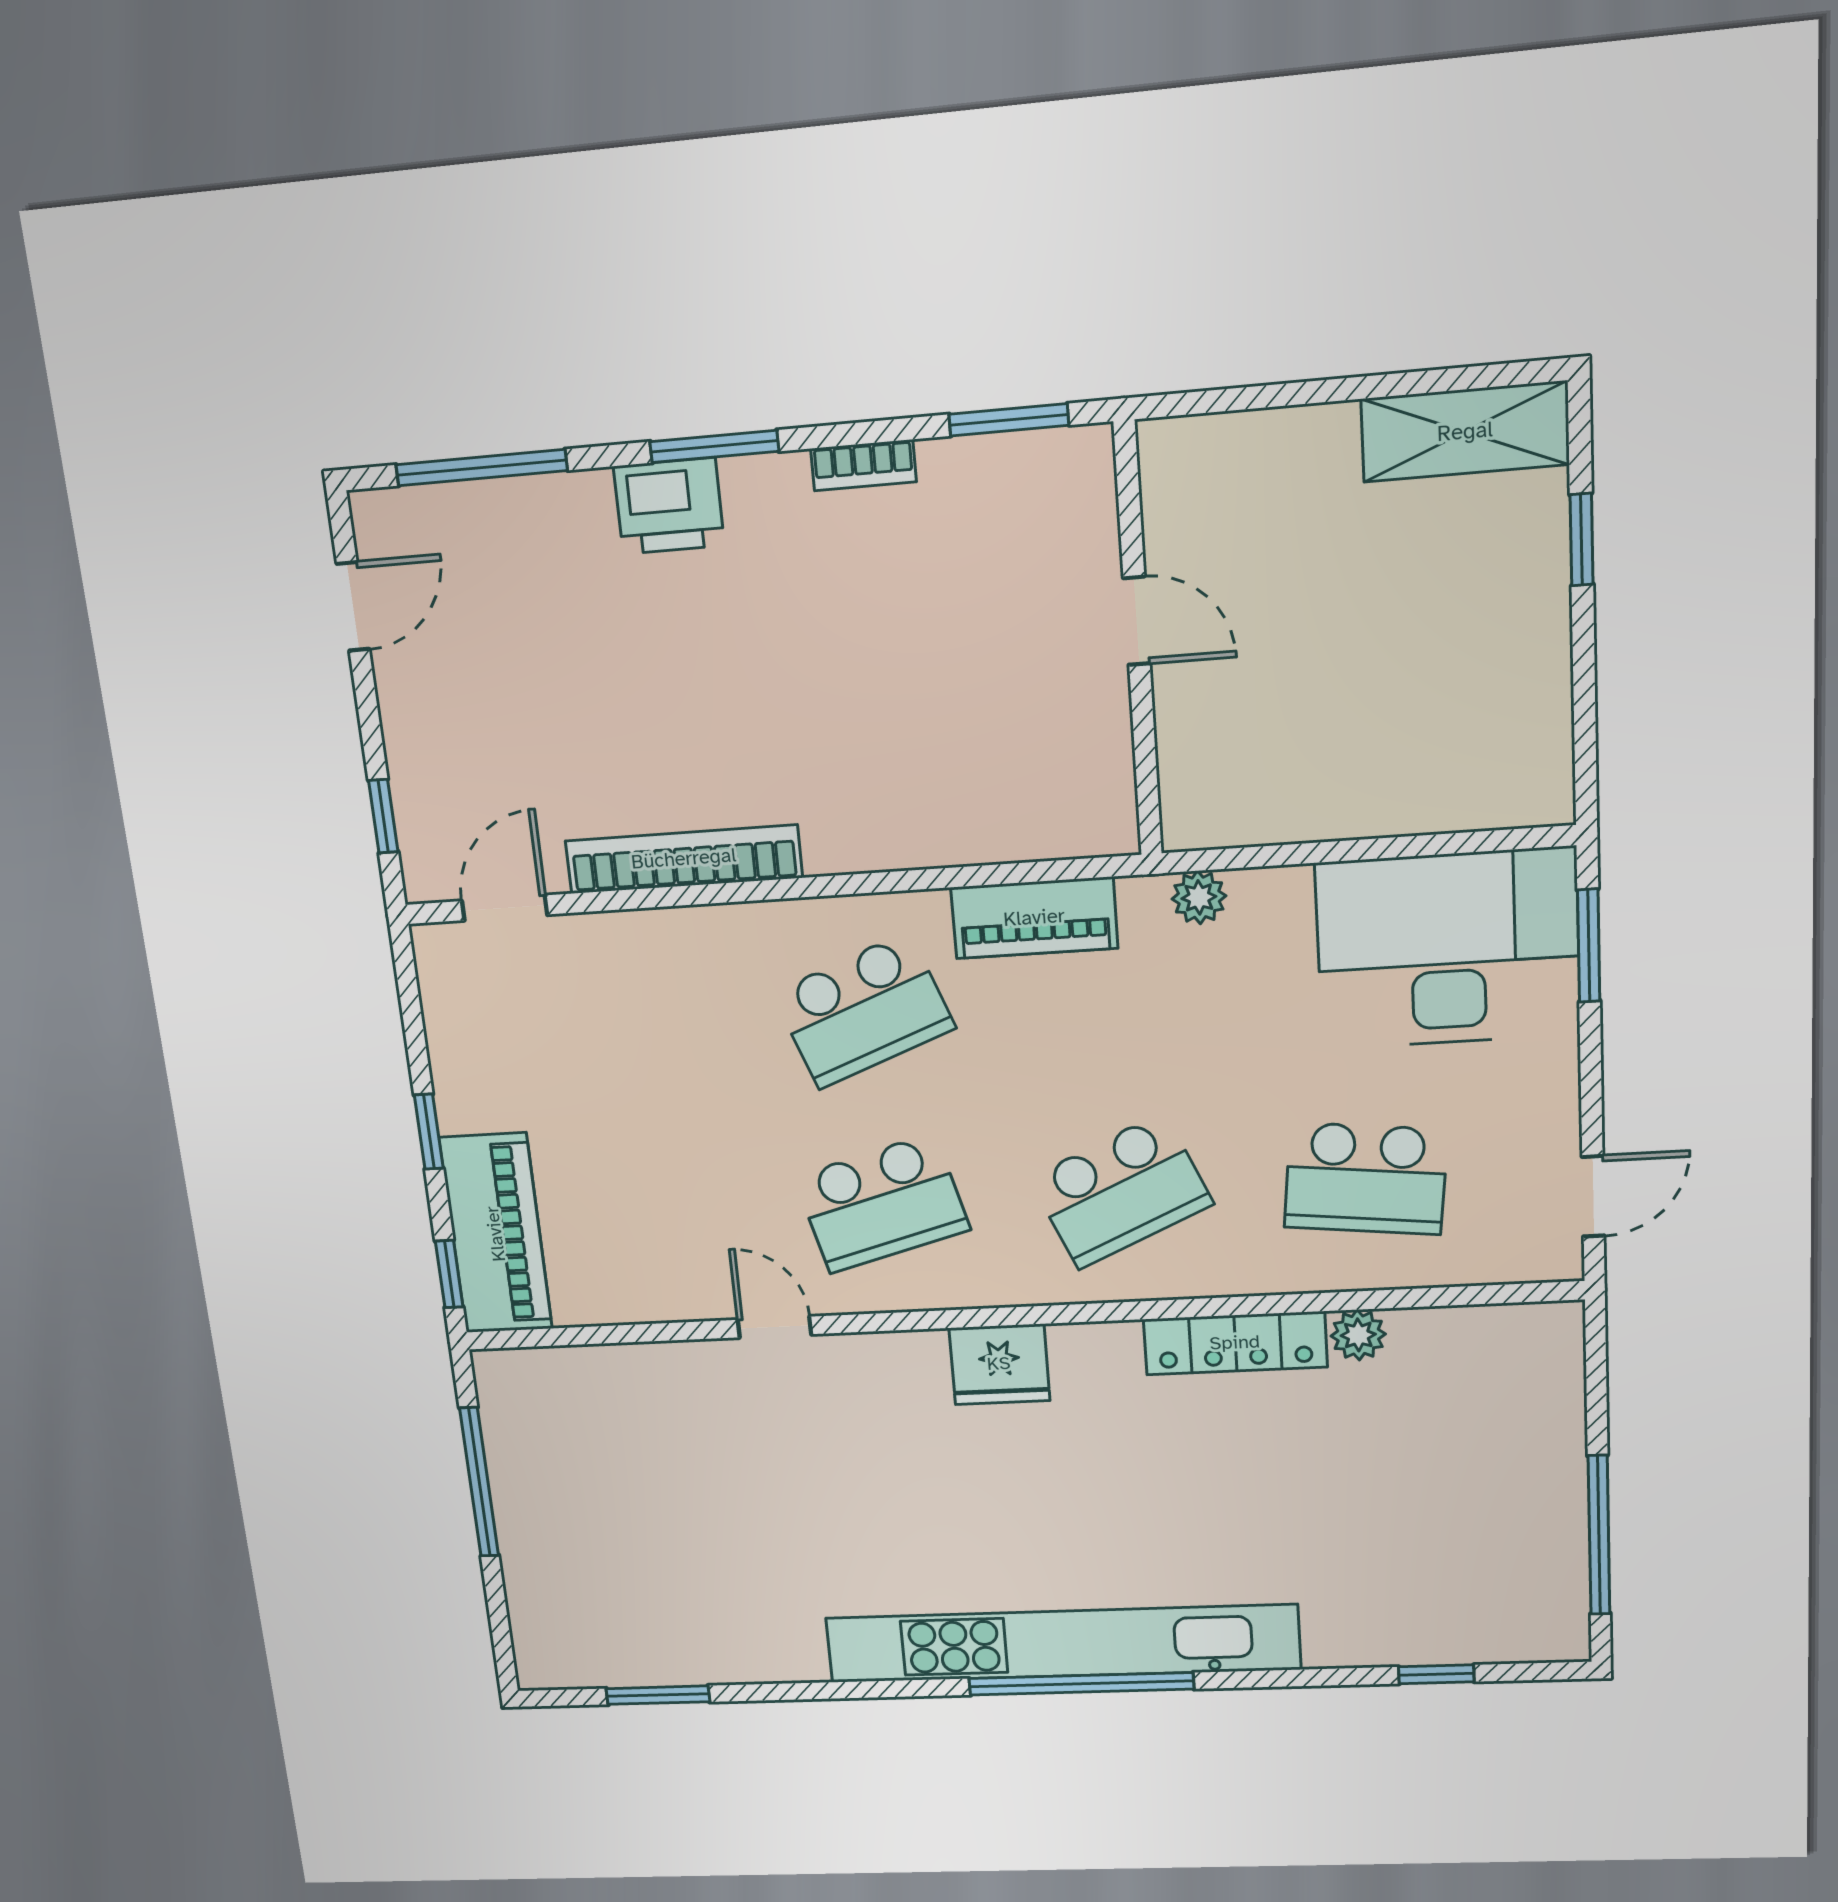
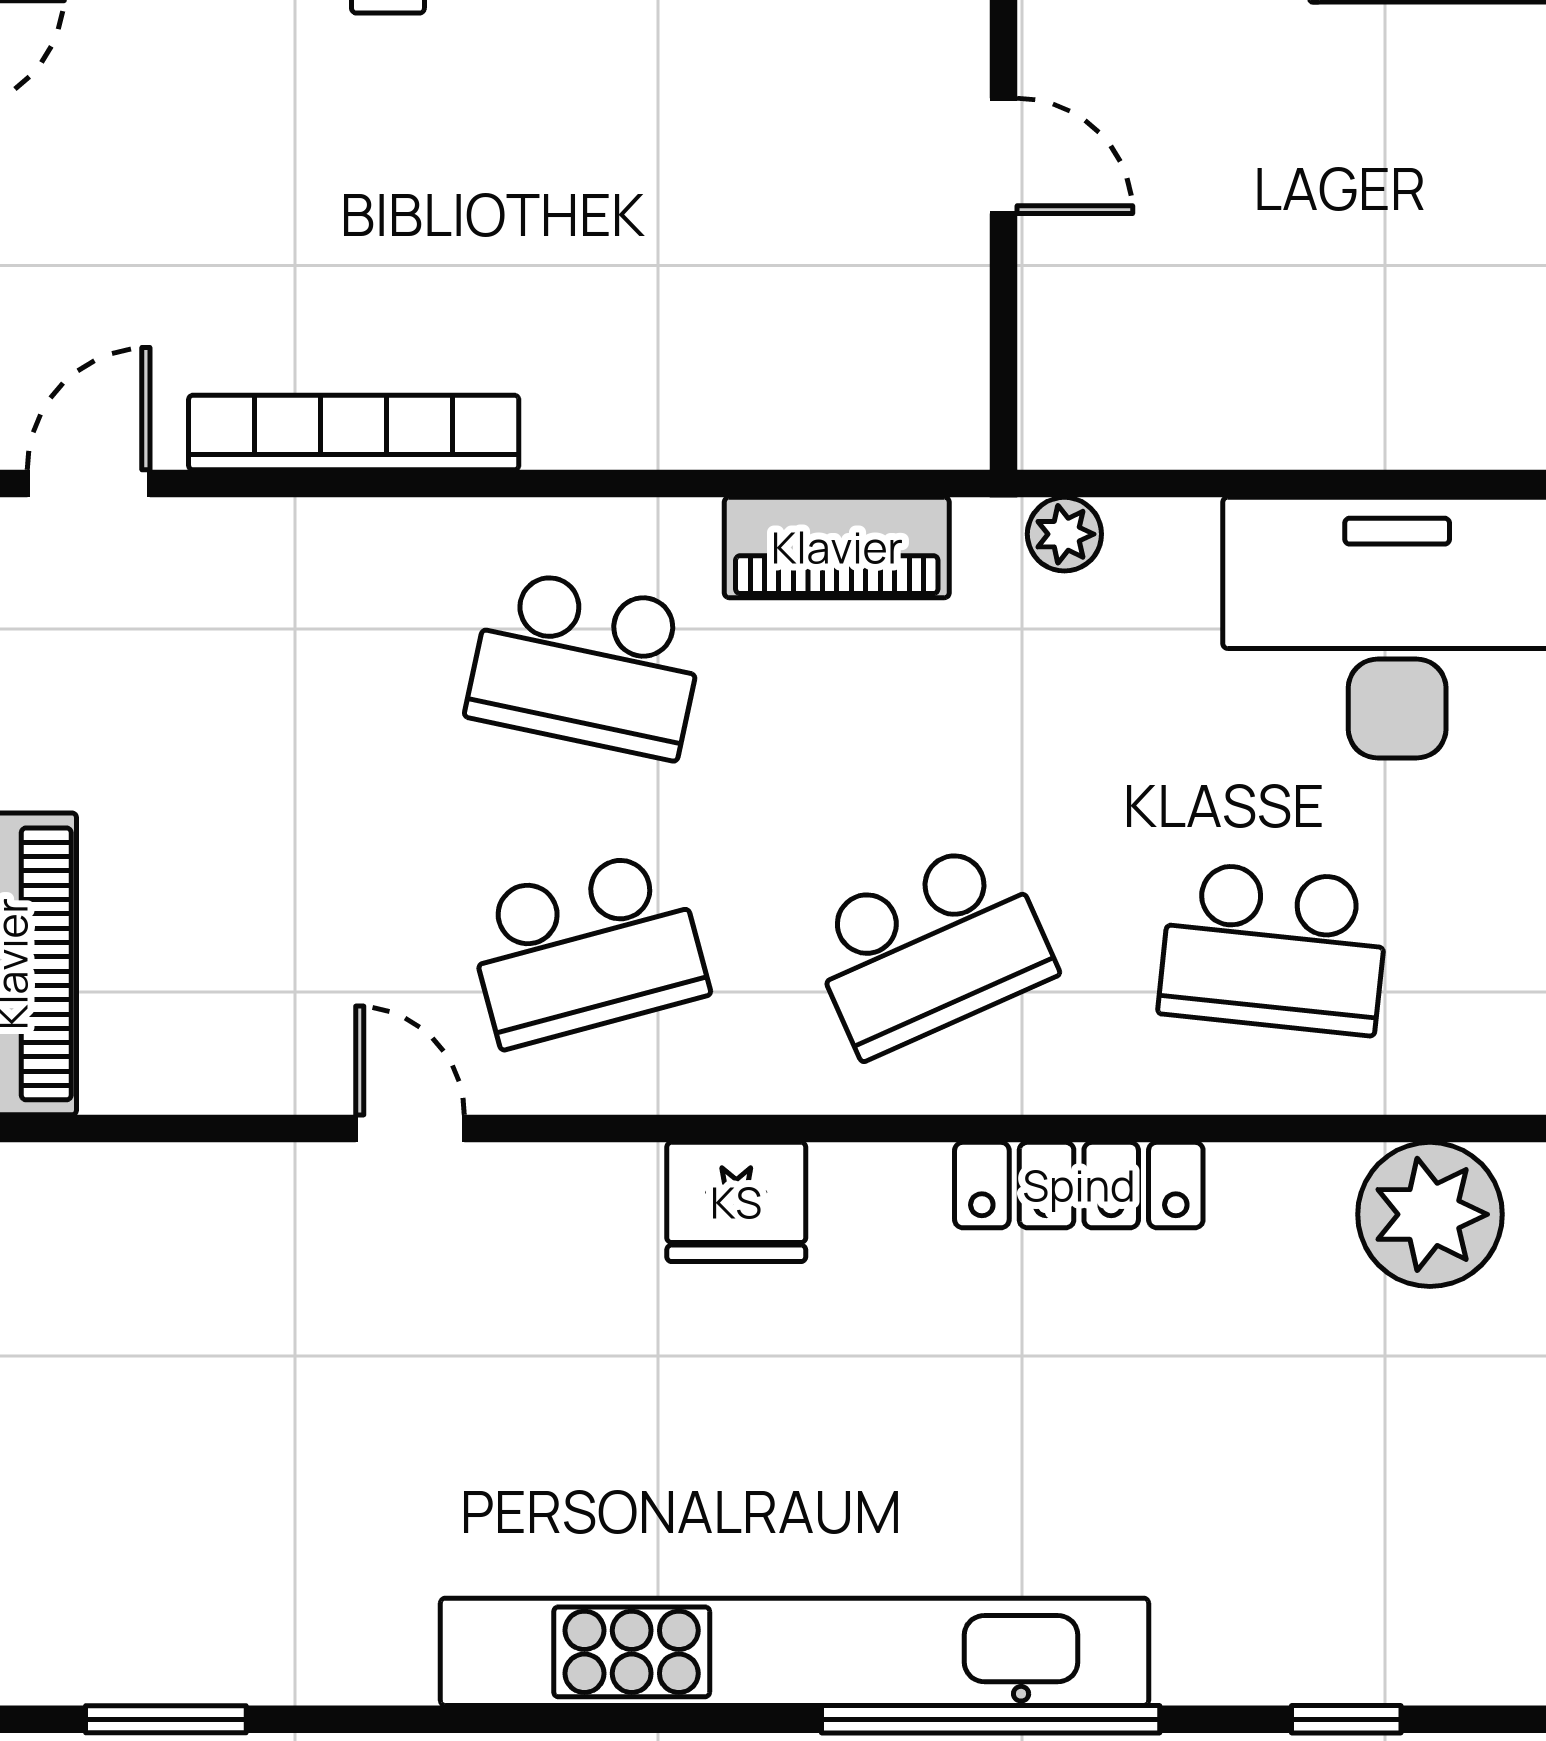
school desk: (864, 1011) -> (586, 664), turned 33
plant: (1358, 1335) -> (1430, 1214), moved, width x1.88, depth x1.88
window: (1081, 1684) -> (991, 1719), moved

